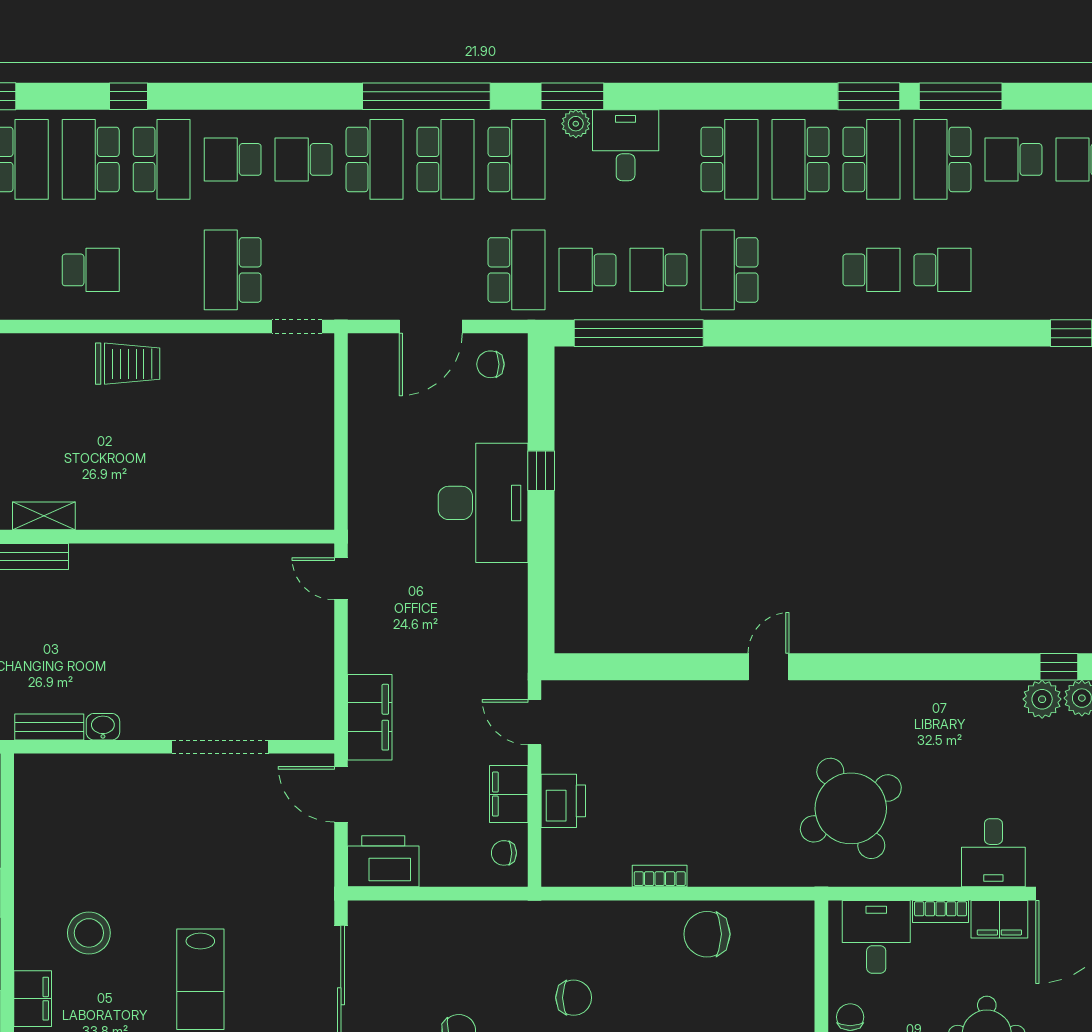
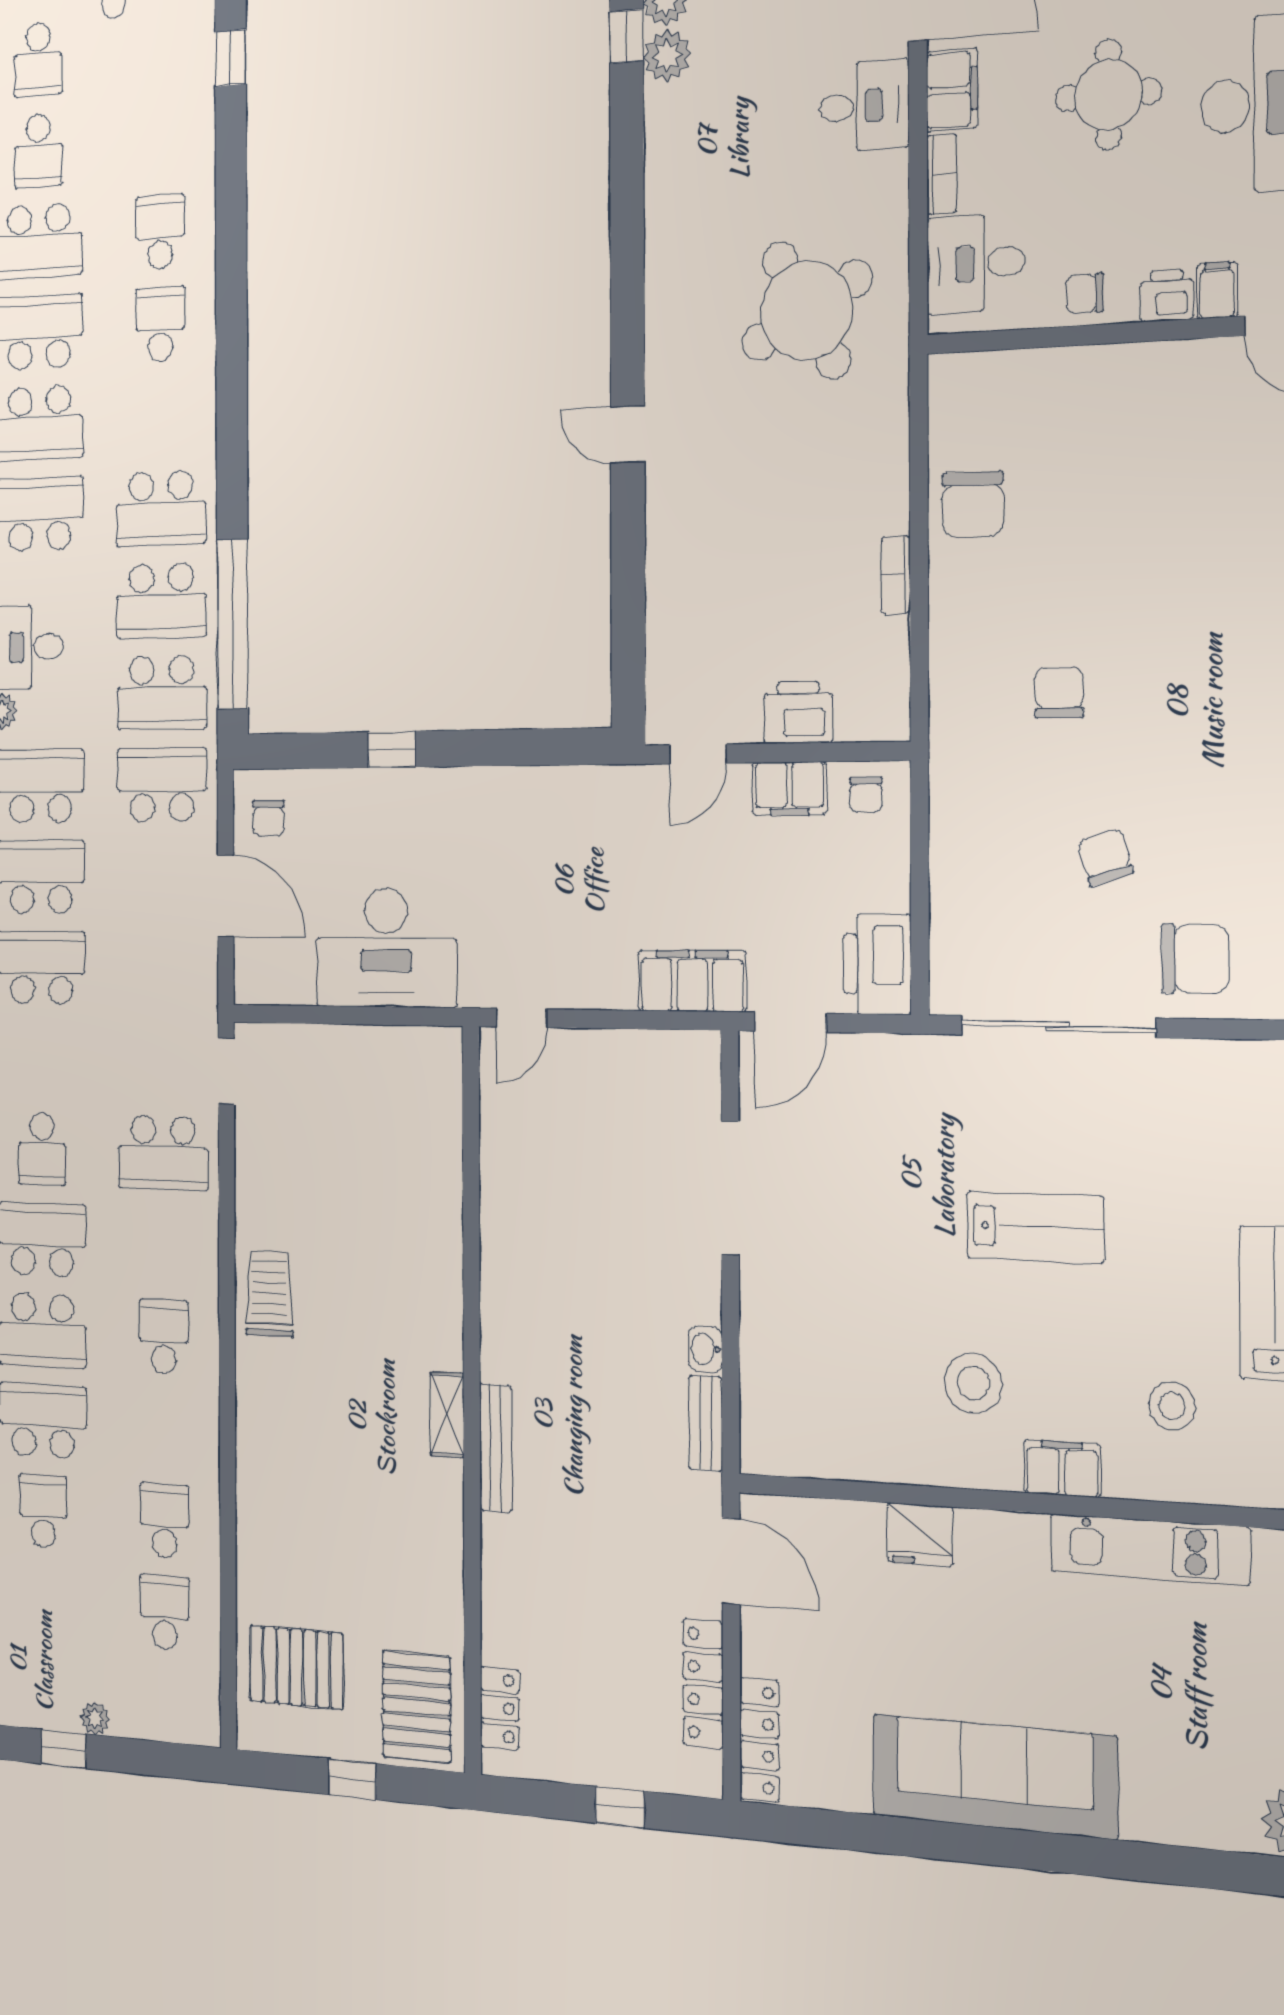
school desk: (304, 159) -> (42, 1058), removed
school desk: (588, 270) -> (162, 693), width x1.85
school desk: (658, 270) -> (161, 601), width x1.85
desk: (483, 503) -> (386, 948), moved, turned 180

